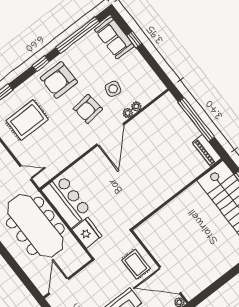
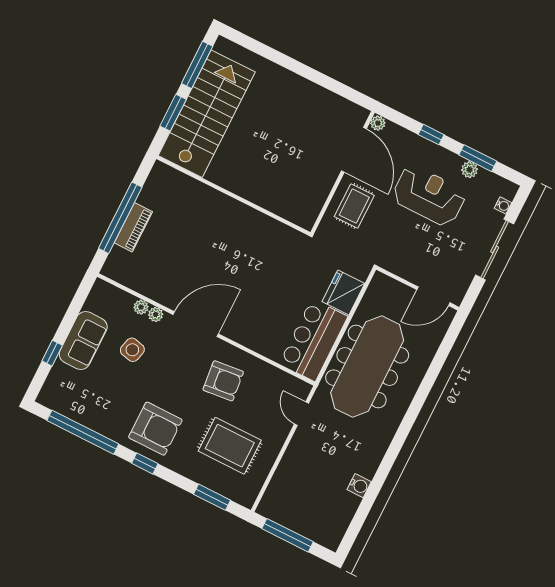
sofa: (114, 38) -> (83, 341), moved
armchair: (88, 109) -> (223, 381), moved
piano: (207, 150) -> (133, 227), moved

